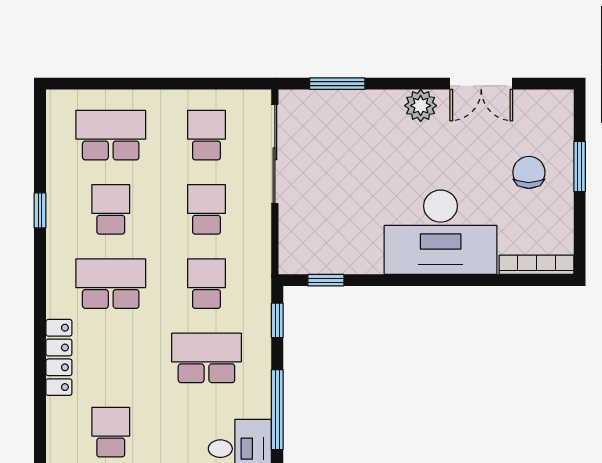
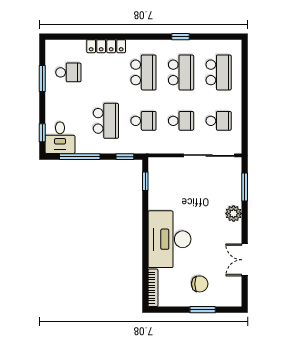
plant: (421, 106) -> (234, 214), moved
school desk: (111, 209) -> (181, 72), width x1.85

